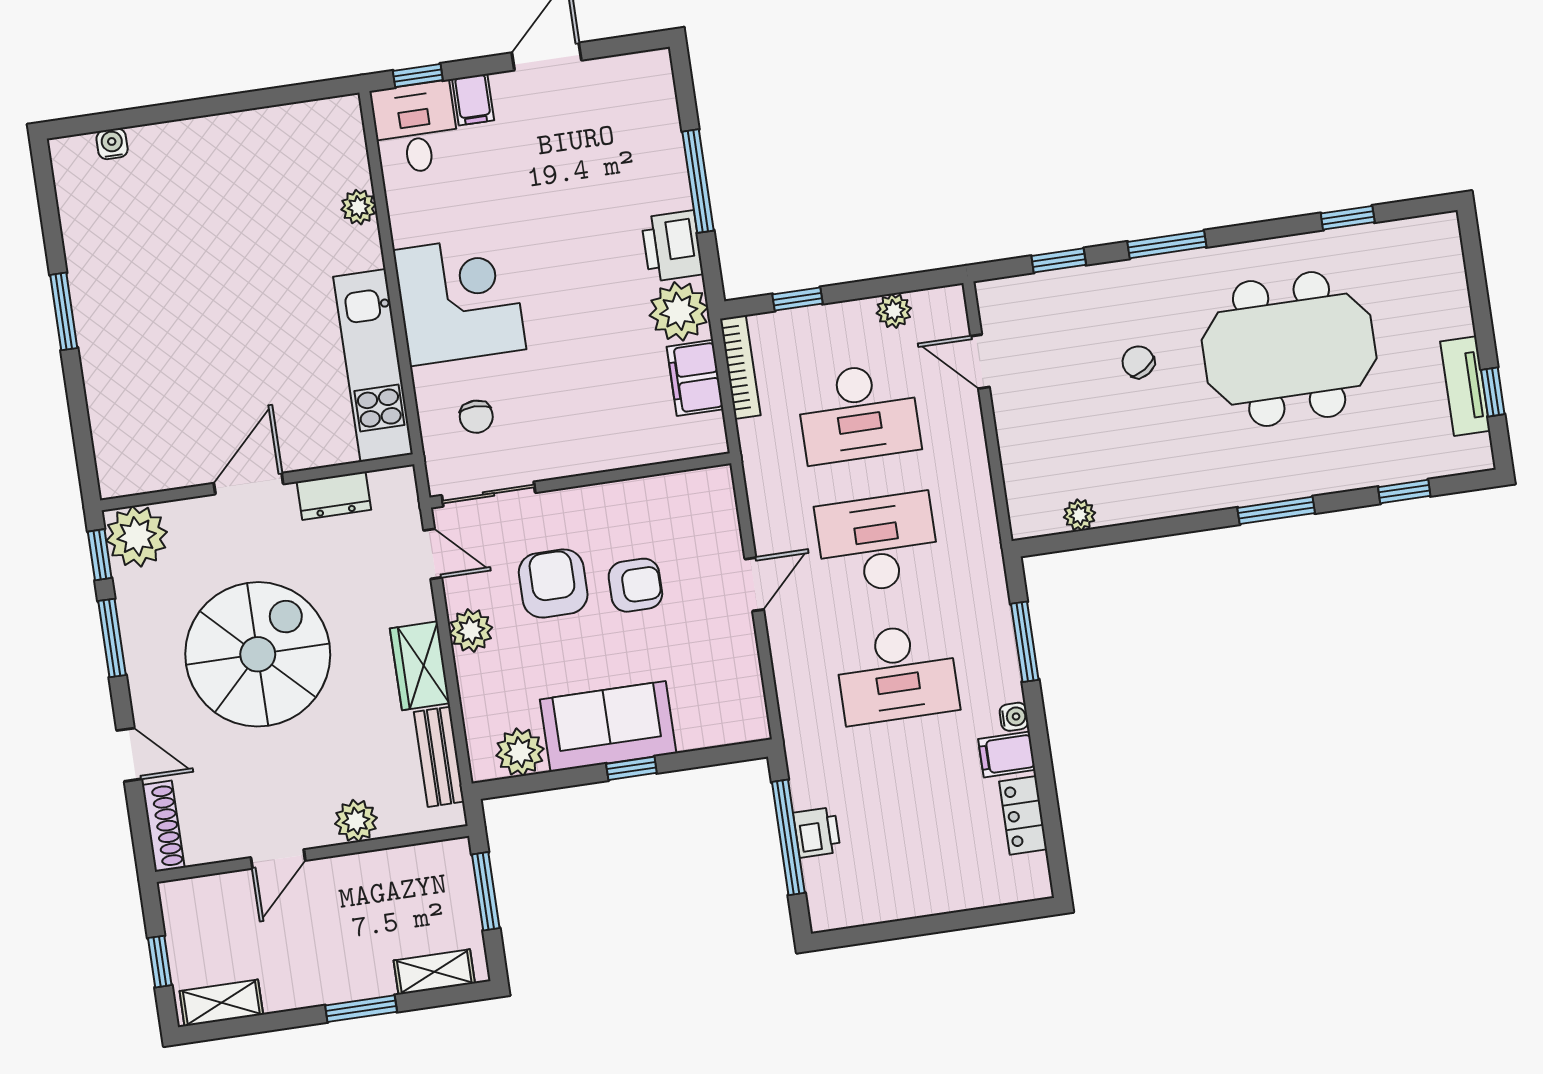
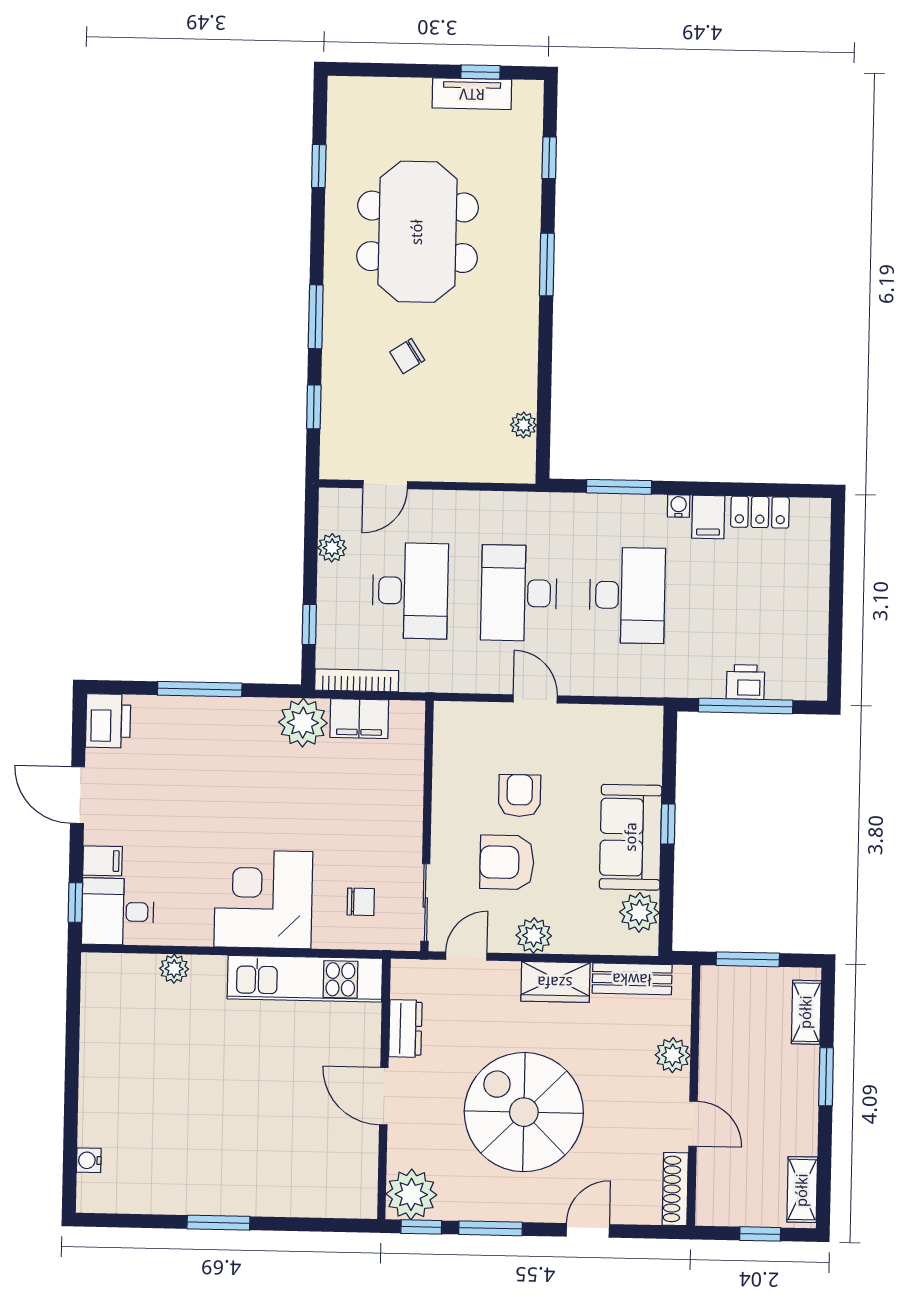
printer: (672, 246) -> (108, 721), moved, turned -90
shoe rack: (163, 826) -> (675, 1189), moved, turned -90

